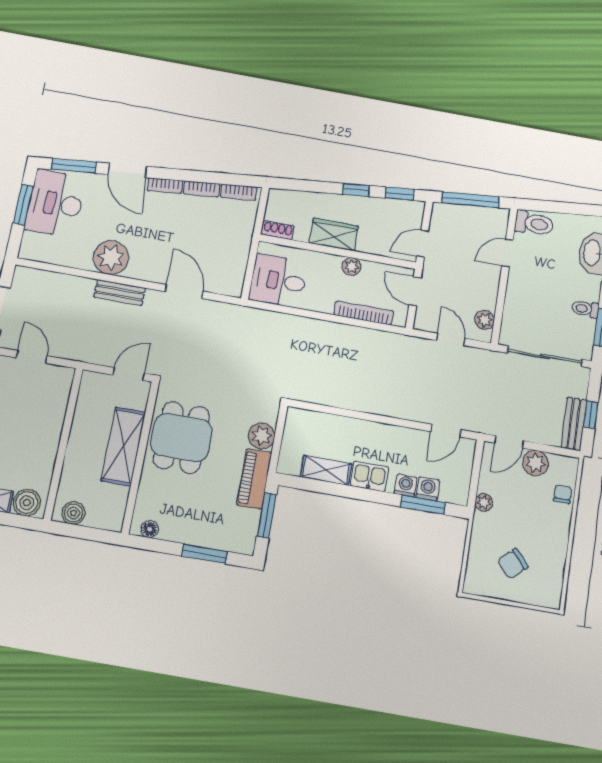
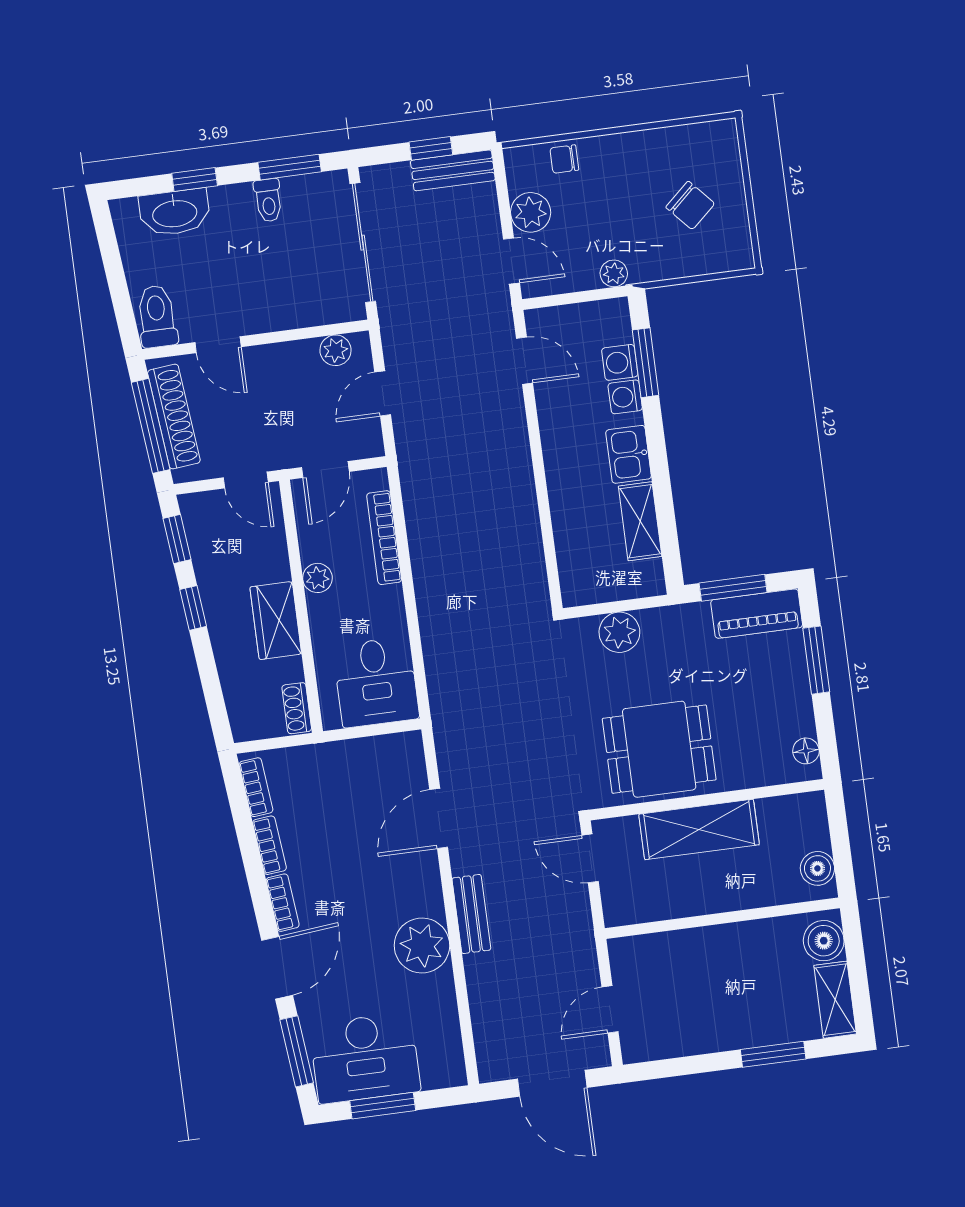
shoe rack: (472, 215) -> (174, 417), added
piano: (254, 479) -> (757, 614), moved

